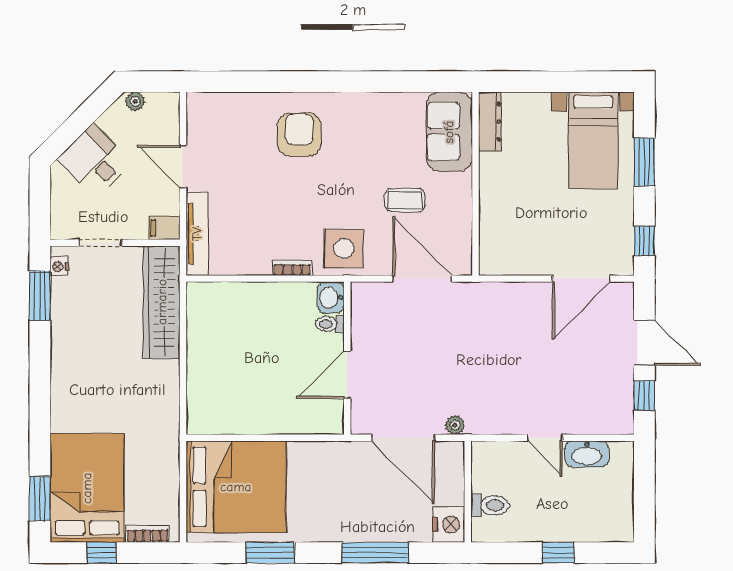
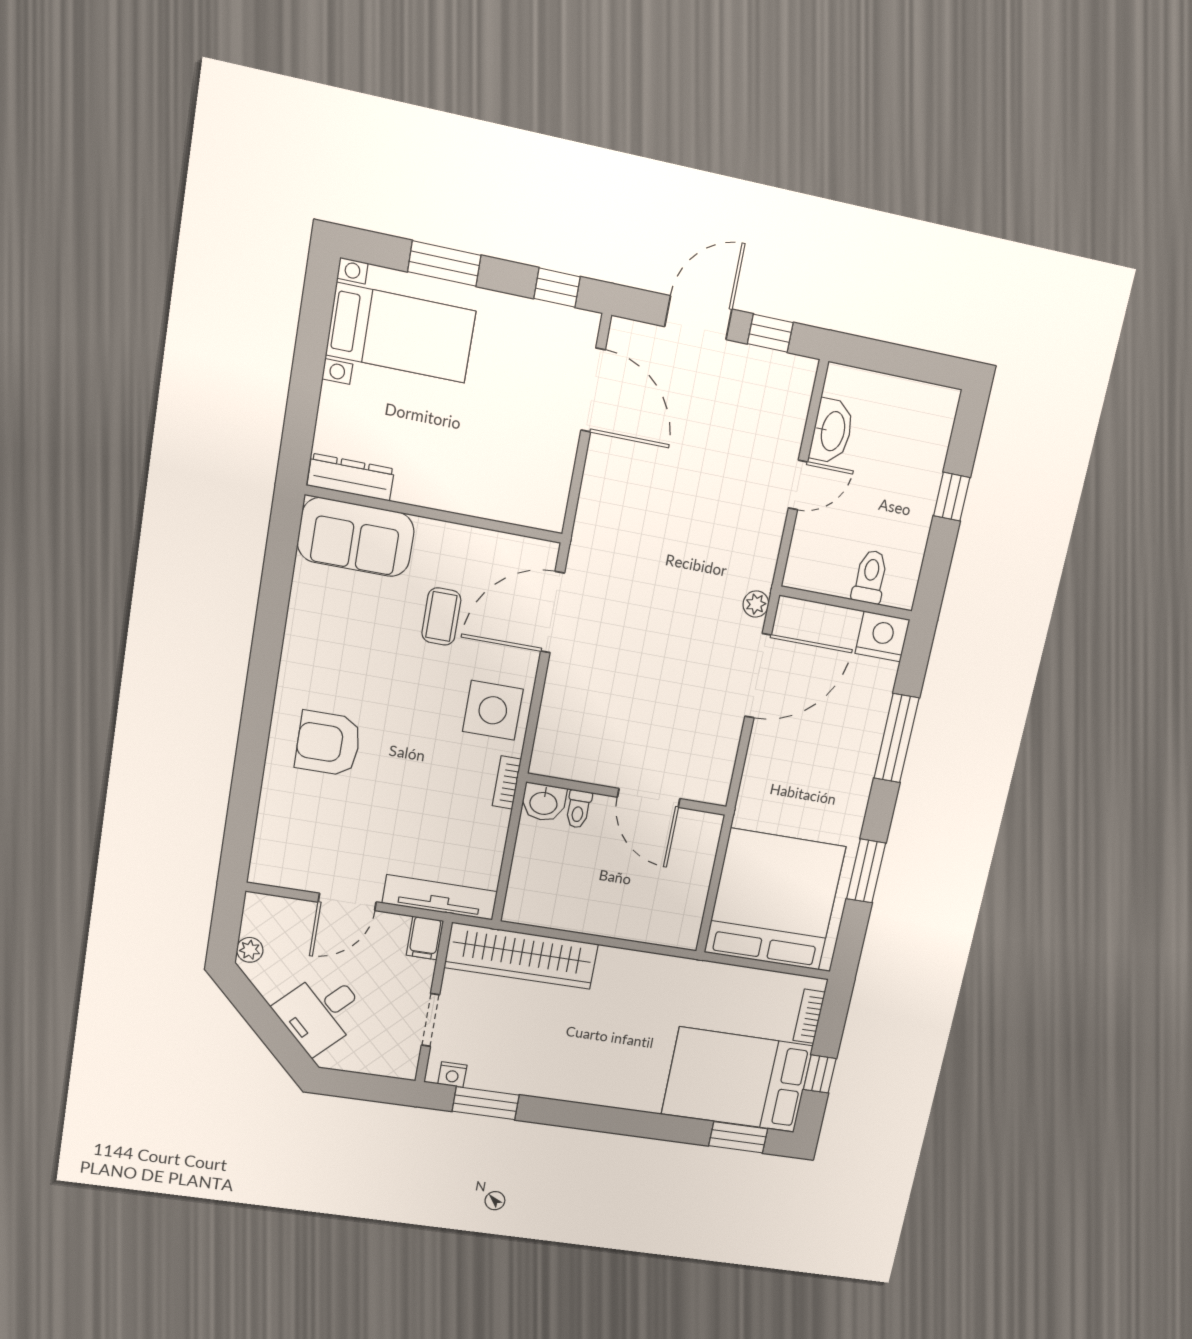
washbasin: (331, 298) -> (544, 802), moved
toilet: (330, 324) -> (578, 809), moved
wall: (347, 358) -> (627, 794), moved
door: (347, 375) -> (649, 798), moved

